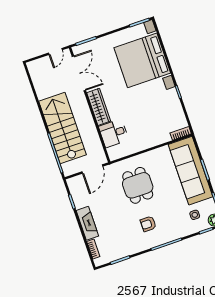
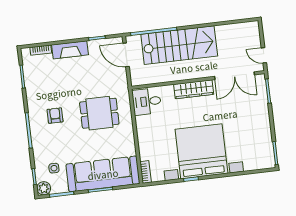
bed with nightstands: (142, 60) -> (201, 151), moved
desk: (114, 133) -> (147, 101), moved, turned -90
door: (92, 169) -> (126, 55), moved

